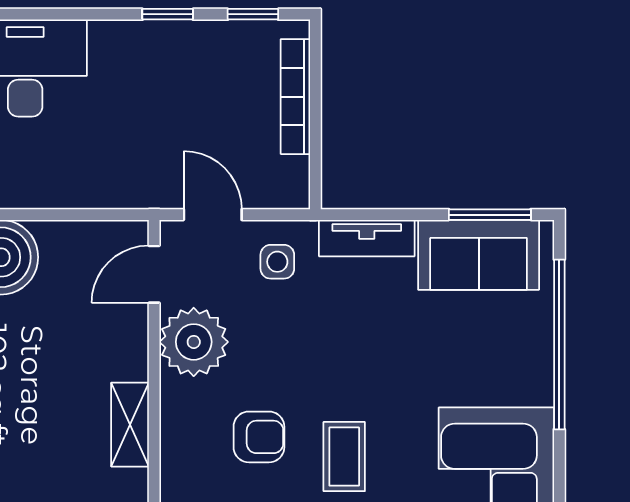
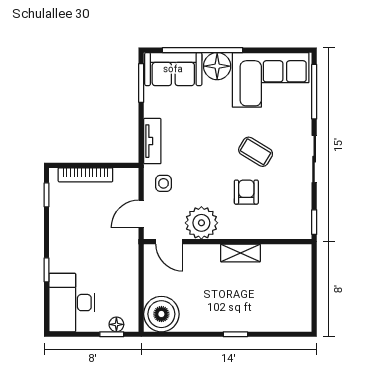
window: (168, 14) -> (46, 270), moved
sofa: (479, 255) -> (173, 69), moved, turned 90
floor lamp: (525, 375) -> (217, 66), added
coffee table: (344, 457) -> (256, 152), turned 31

